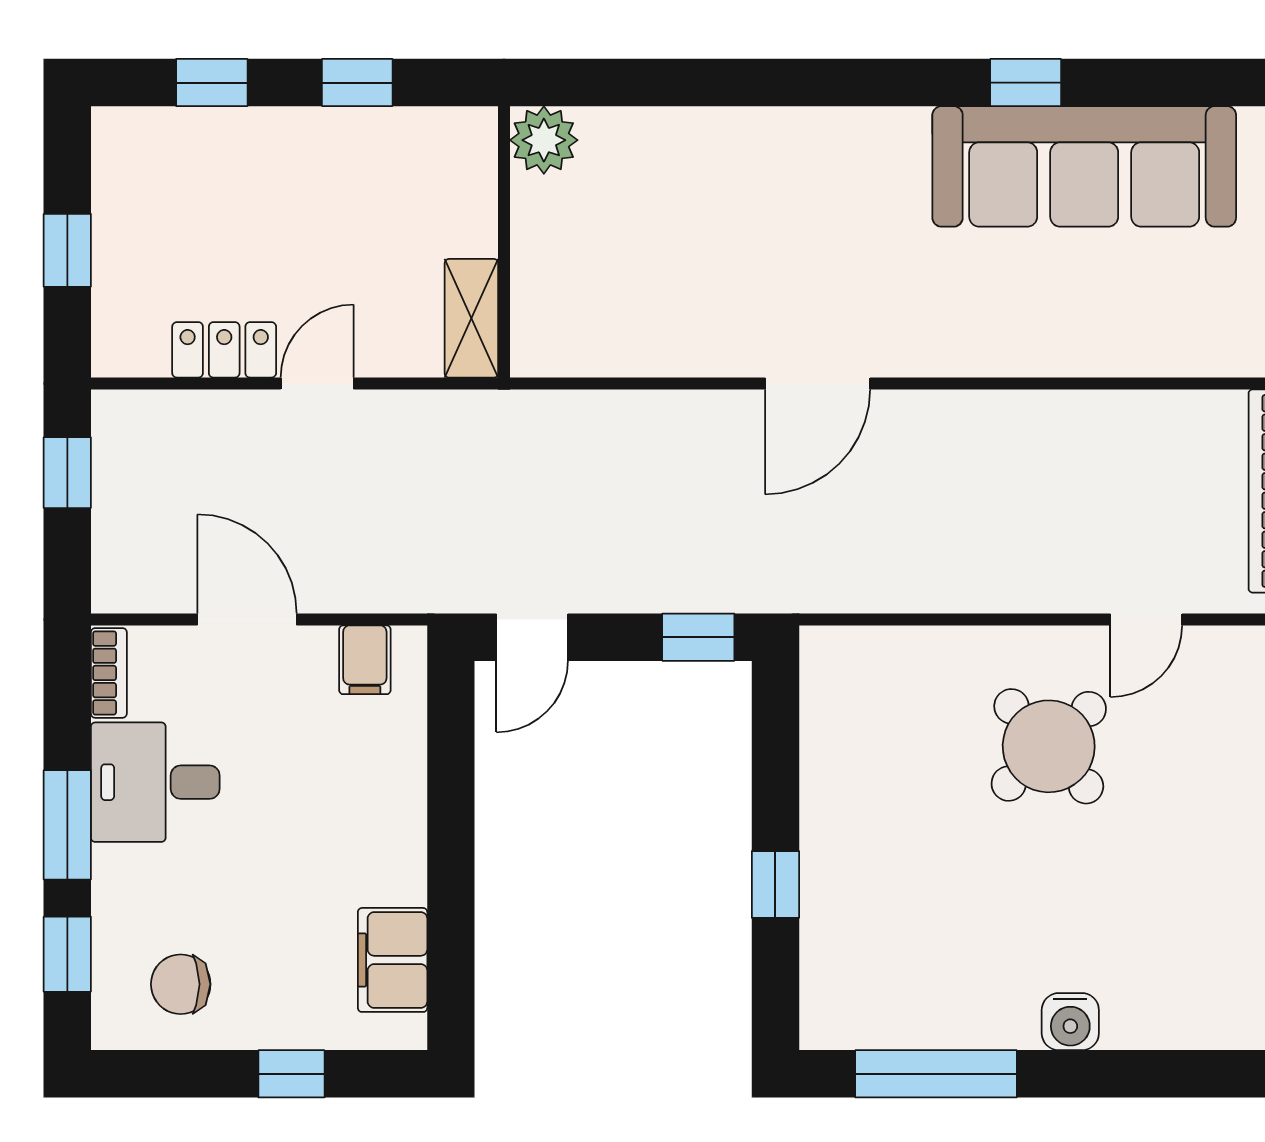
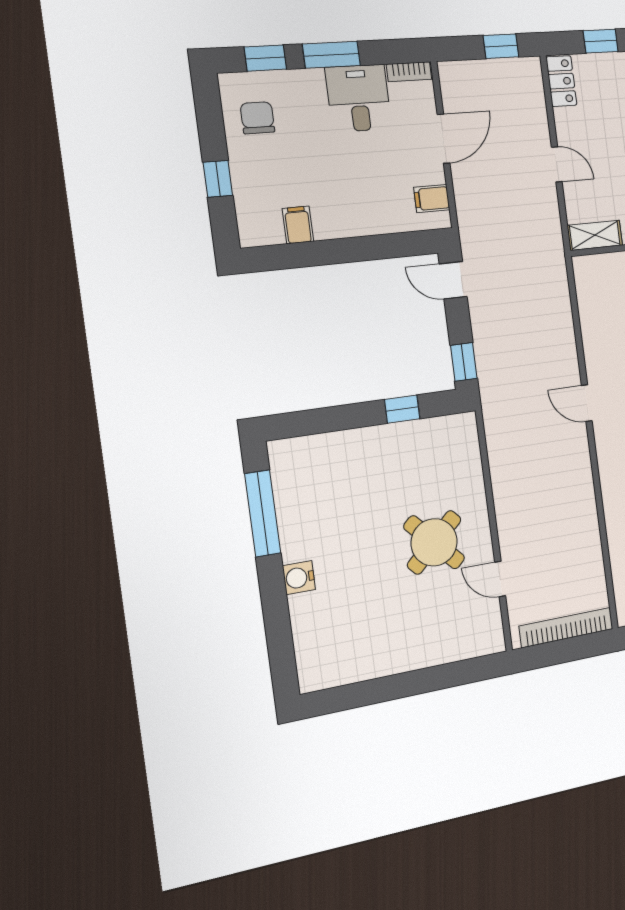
locker: (224, 350) -> (561, 81), moved
door: (818, 383) -> (587, 403), width x0.73
window: (775, 885) -> (402, 409), moved
filing cabinet: (393, 960) -> (298, 225), width x0.50

